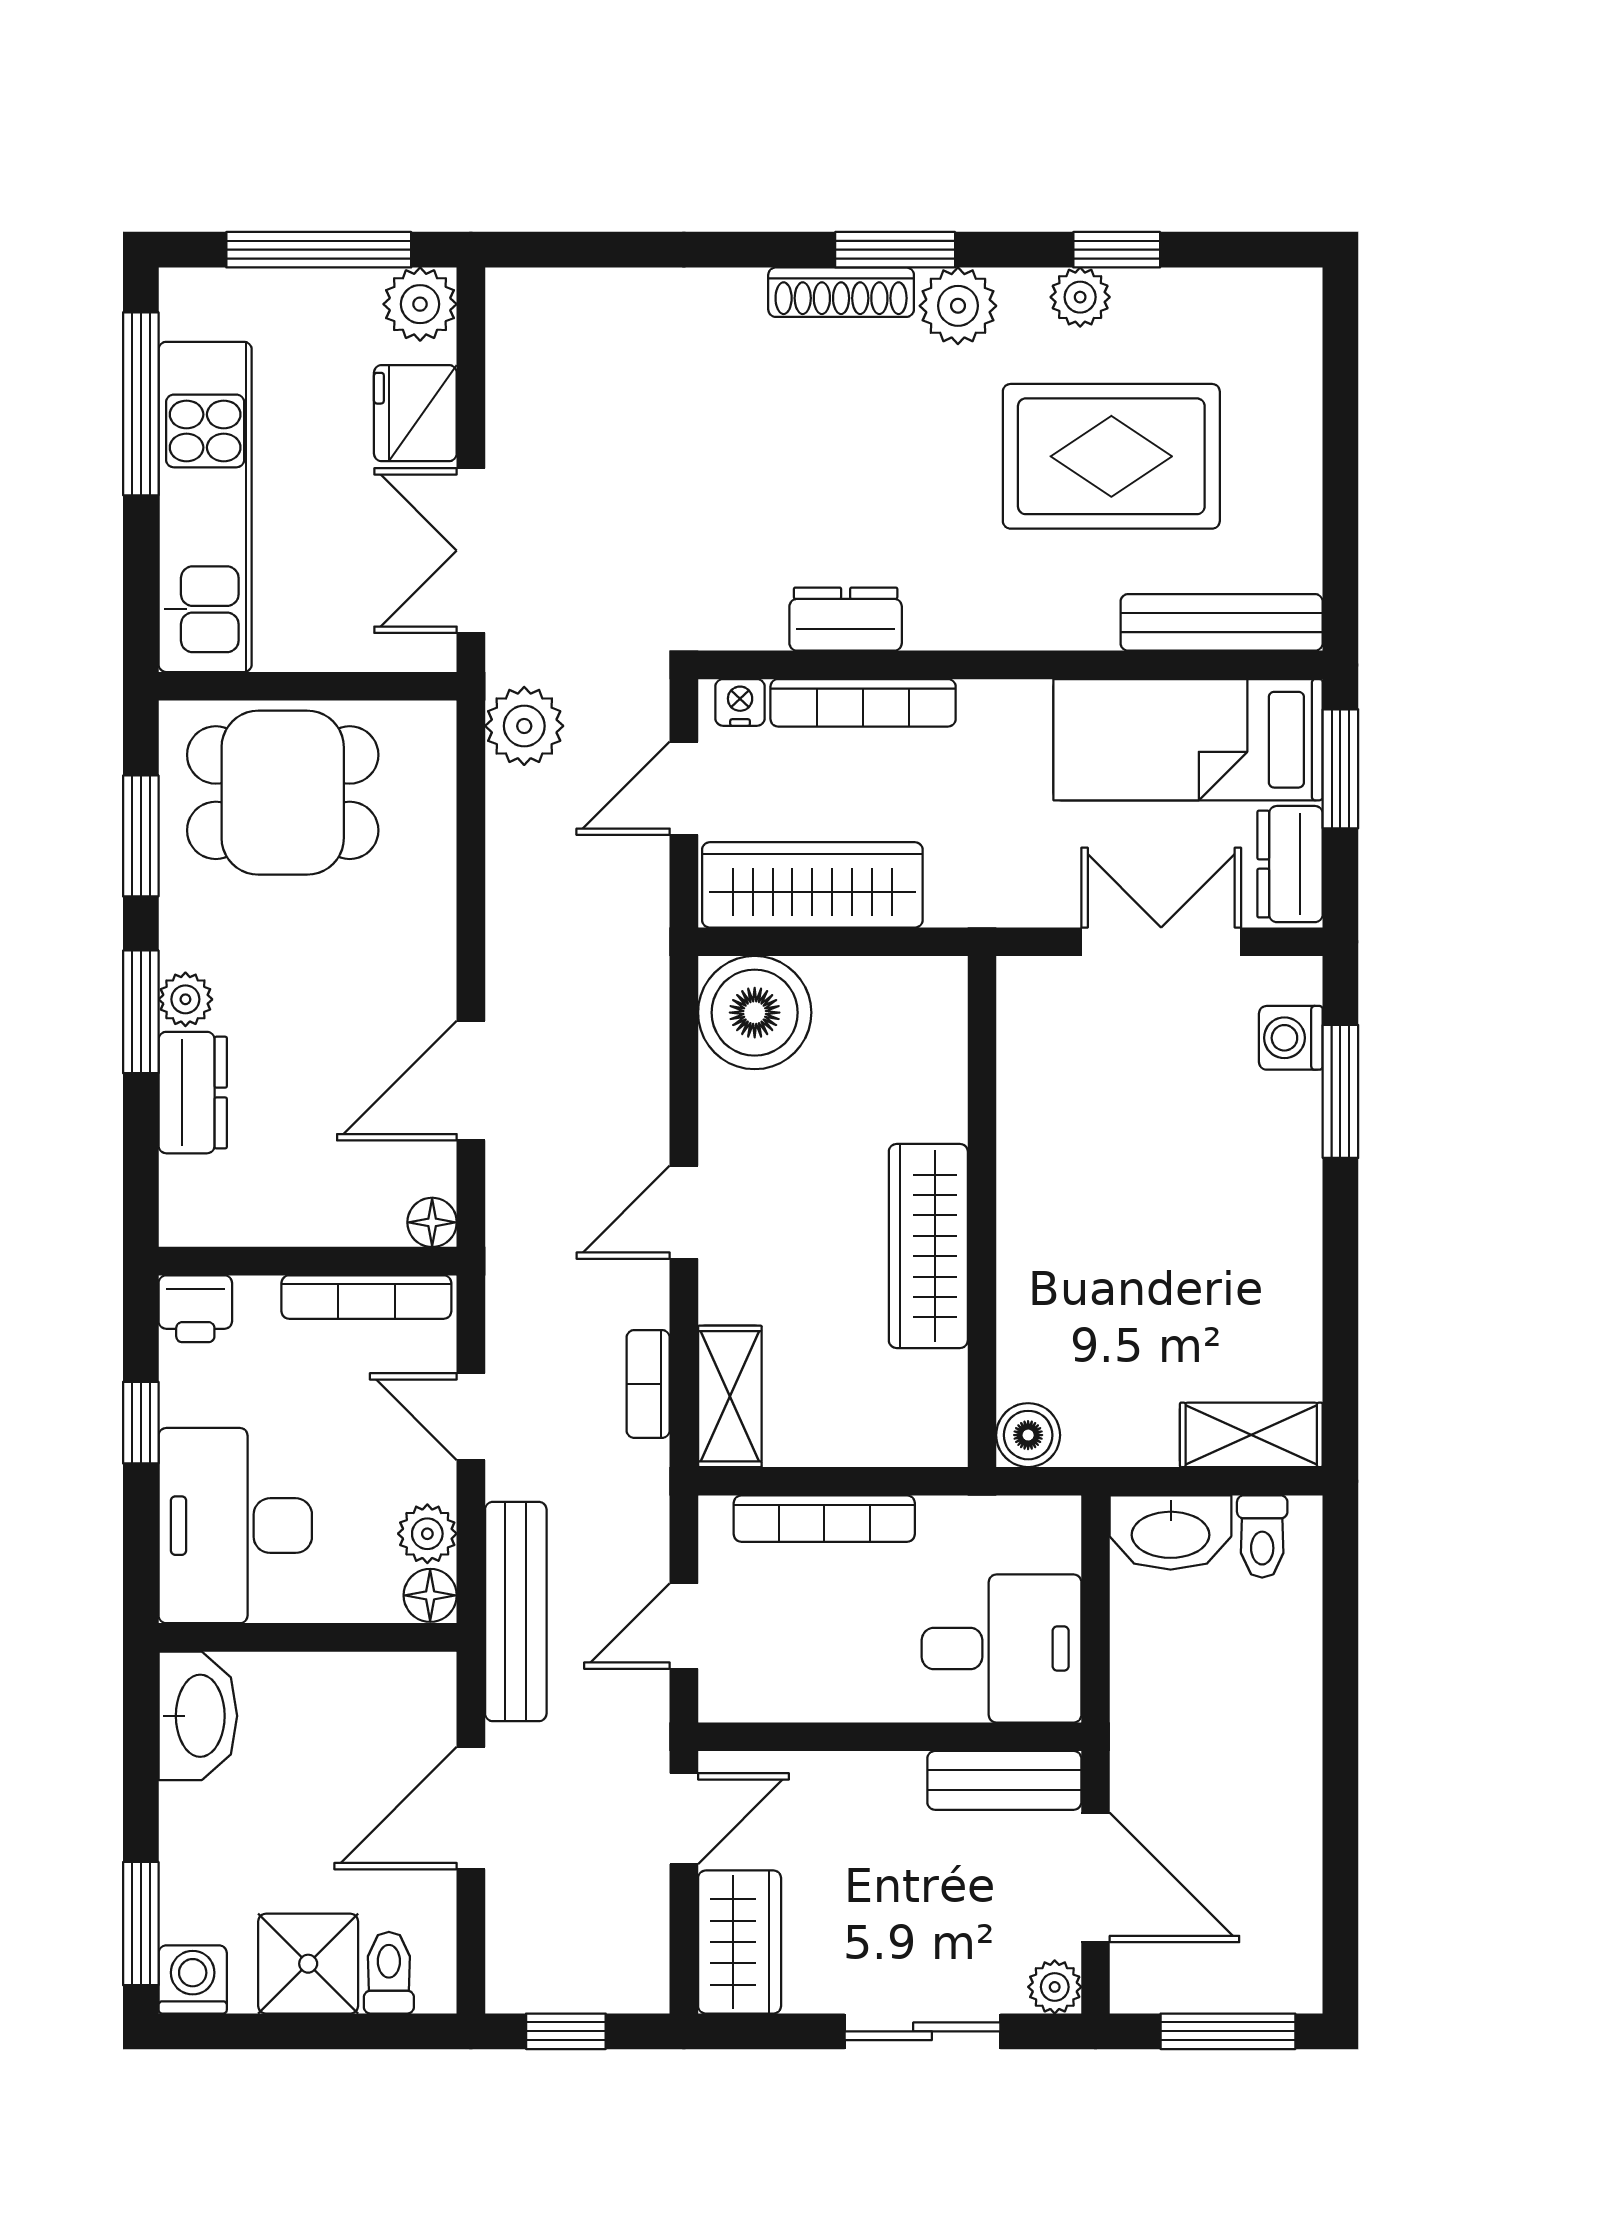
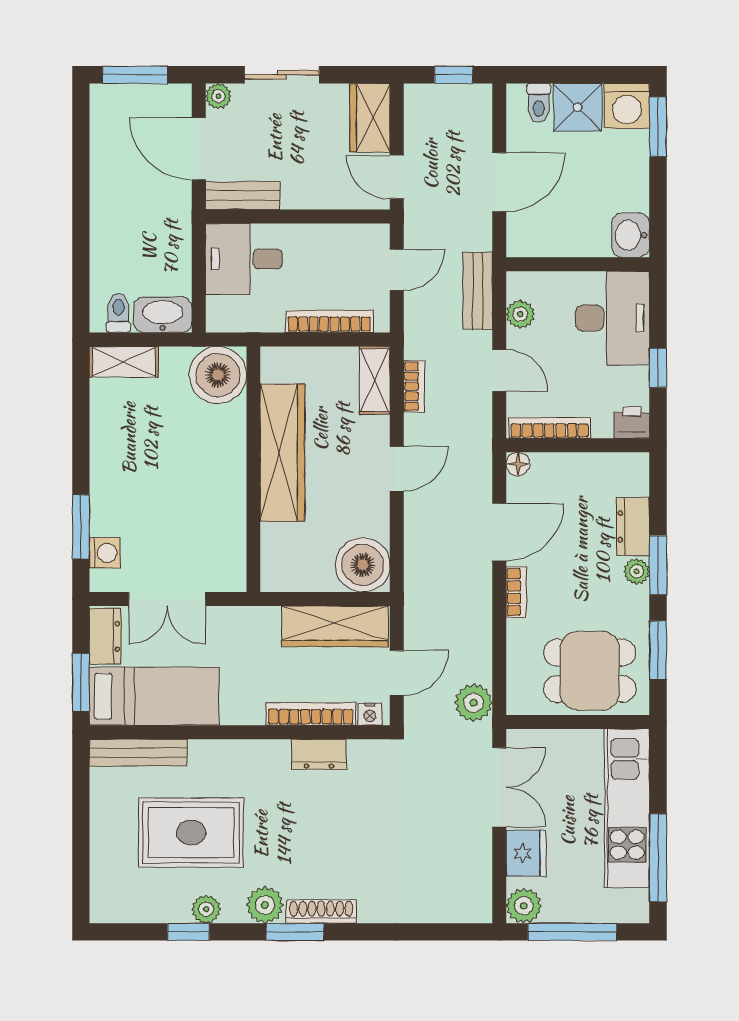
bookcase: (436, 956) -> (516, 592), added
wardrobe: (928, 1246) -> (282, 453), width x1.40, depth x1.17
boiler: (1028, 1435) -> (218, 375), width x1.86, depth x1.86
floor lamp: (430, 1595) -> (519, 285), removed
bench: (516, 1612) -> (478, 291), width x0.73
washbasin: (198, 1716) -> (631, 235), width x0.72
door: (684, 1819) -> (397, 177), hinge flipped
washing machine: (193, 1979) -> (627, 106), width x1.38, depth x1.38

